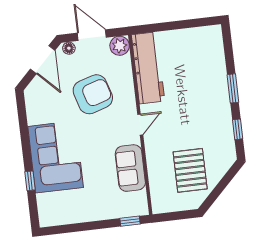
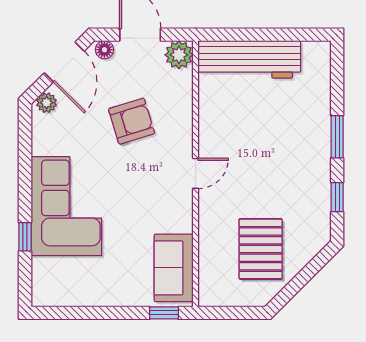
workbench: (148, 68) -> (249, 59), moved, turned 90
plant: (34, 89) -> (47, 103), added
armchair: (93, 94) -> (132, 121), width x0.73, depth x0.73
sofa: (130, 168) -> (174, 268), moved

